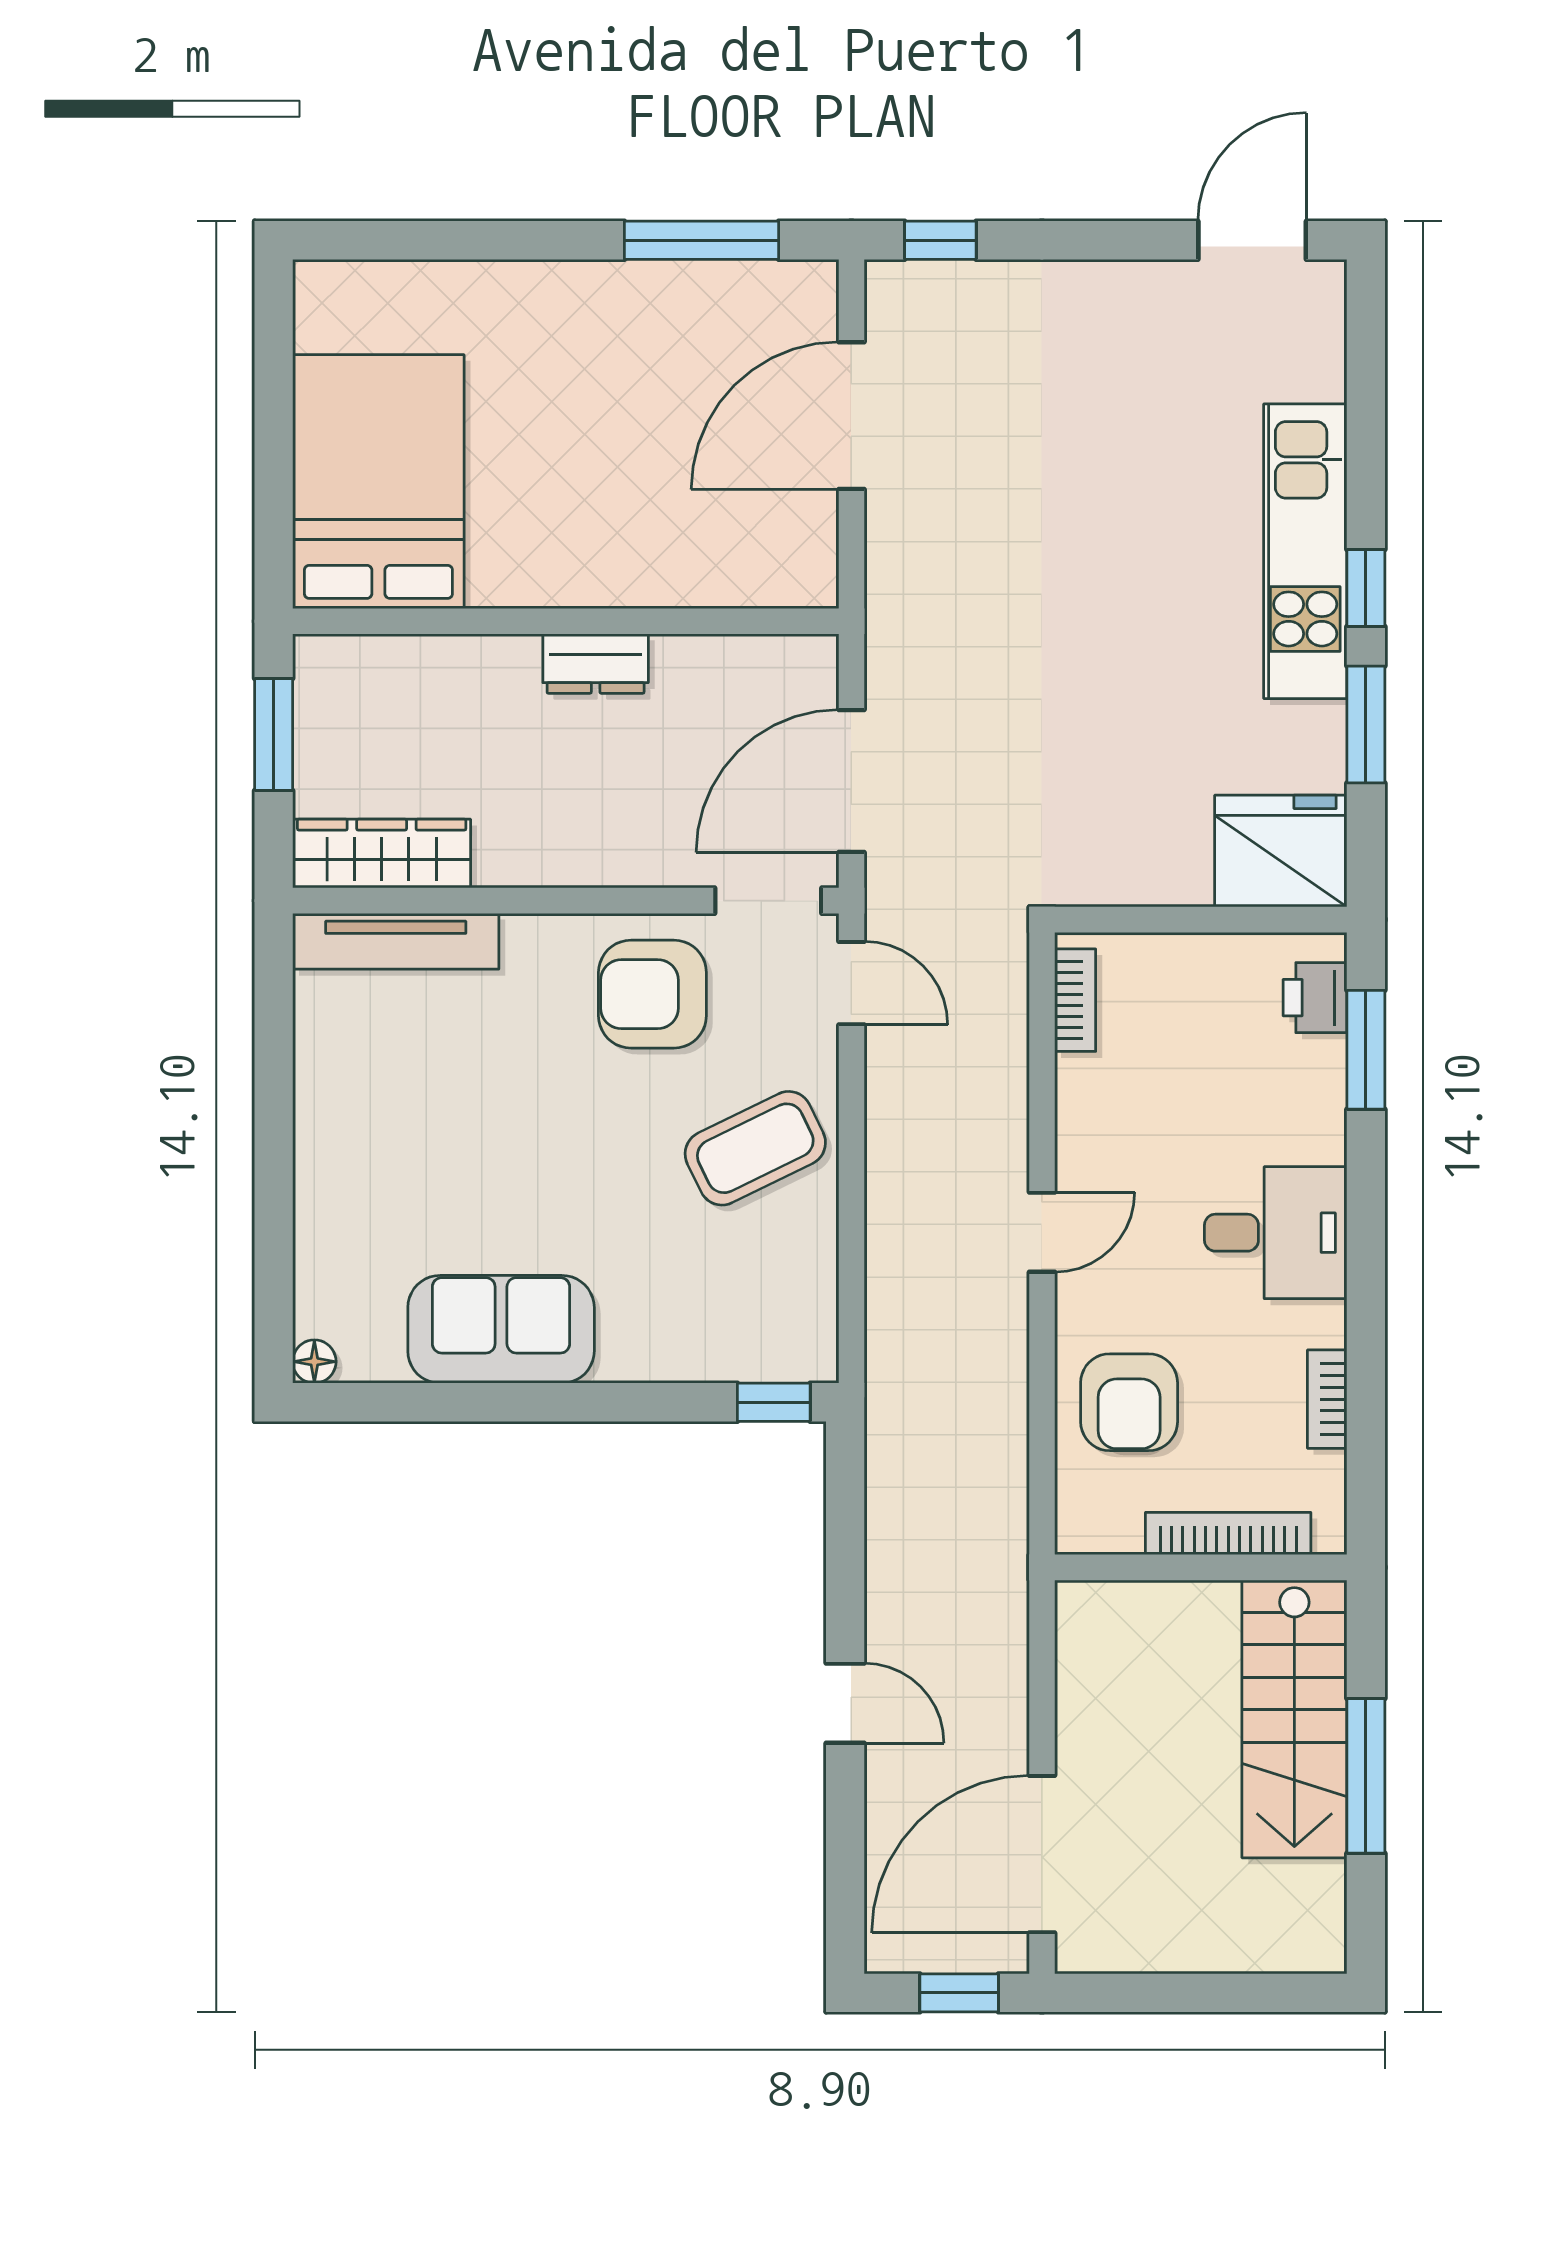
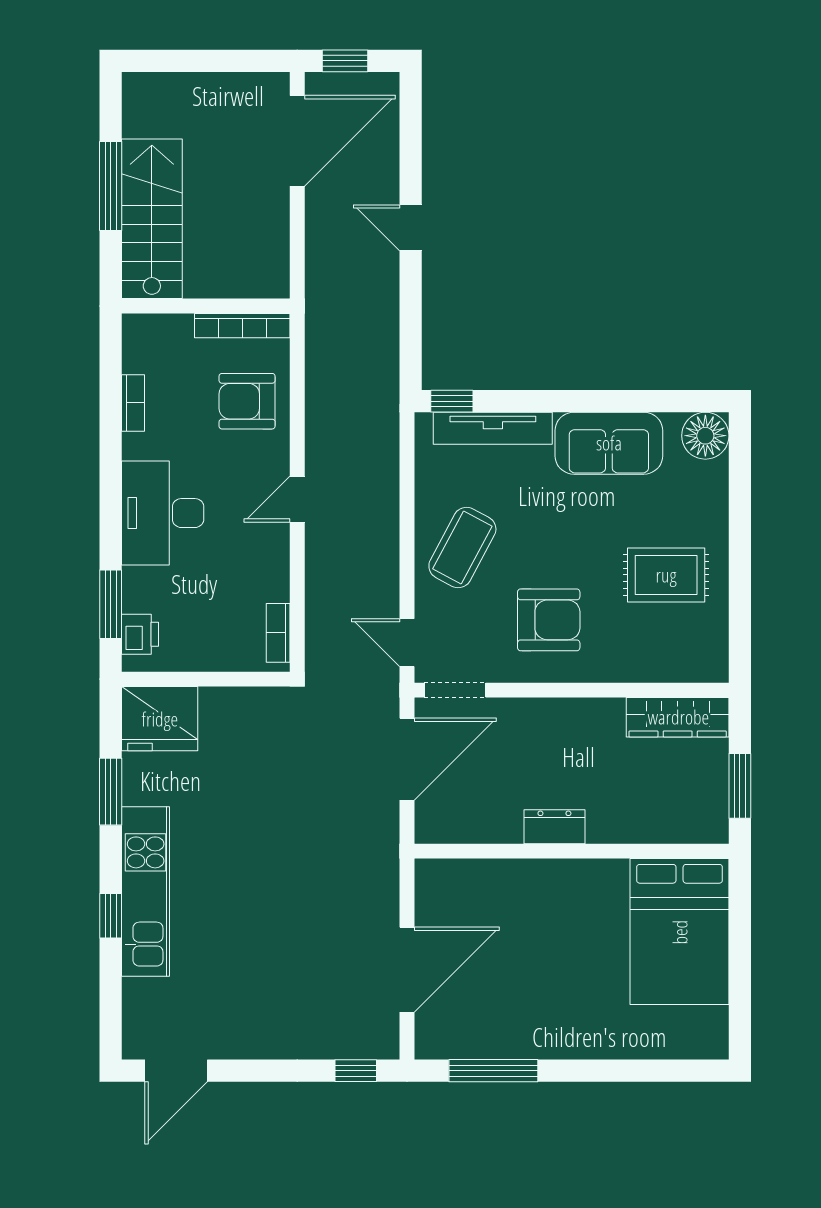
window: (1366, 588) -> (111, 916), moved
tv unit: (396, 941) -> (493, 428), moved, turned 180
armchair: (652, 994) -> (549, 620), moved
rug: (402, 1101) -> (666, 575), added
coffee table: (755, 1148) -> (462, 548), turned -36
desk: (1276, 1233) -> (163, 513), width x1.37
floor lamp: (314, 1362) -> (705, 436), width x1.89, depth x1.89
armchair: (1129, 1402) -> (247, 401), turned -90
bookcase: (1228, 1534) -> (242, 326), moved

